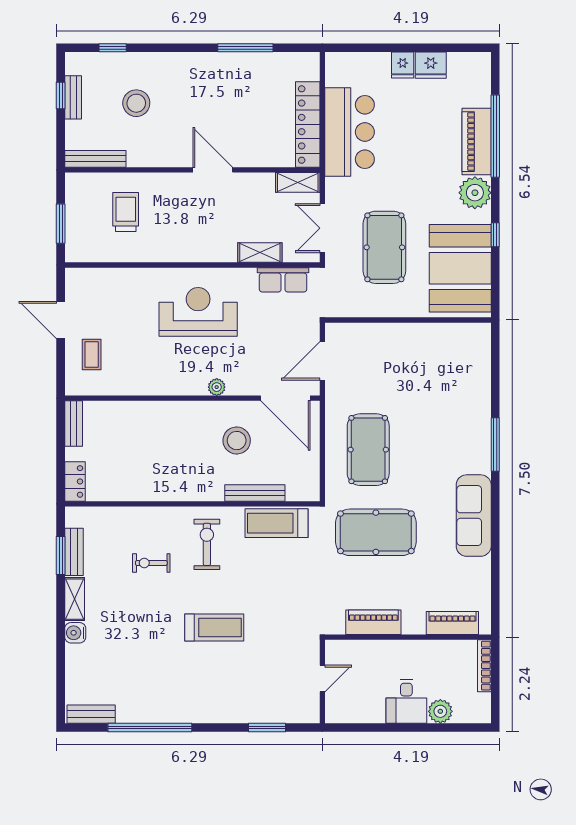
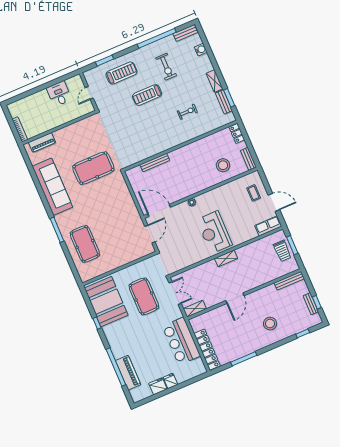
stool: (136, 103) -> (270, 324), moved
locker: (308, 125) -> (207, 350), moved
piano: (477, 142) -> (128, 373), moved
door: (213, 170) -> (235, 298), hinge flipped
plant: (475, 193) -> (114, 338), removed
trolley: (126, 212) -> (282, 251), moved
shelving: (260, 253) -> (226, 258), moved
row of seats: (283, 280) -> (268, 226), moved
reception desk: (198, 312) -> (214, 232), turned 90
stool: (237, 441) -> (223, 165), moved
pool table: (368, 450) -> (85, 244), moved
sofa: (474, 516) -> (52, 187), width x1.36, depth x1.27
treadmill: (277, 523) -> (121, 73), moved
exercise bike: (207, 544) -> (166, 67), moved
piano: (373, 622) -> (77, 128), removed
water cooler: (75, 633) -> (201, 50), moved
desk: (406, 701) -> (59, 94), moved
plant: (440, 711) -> (31, 101), removed

